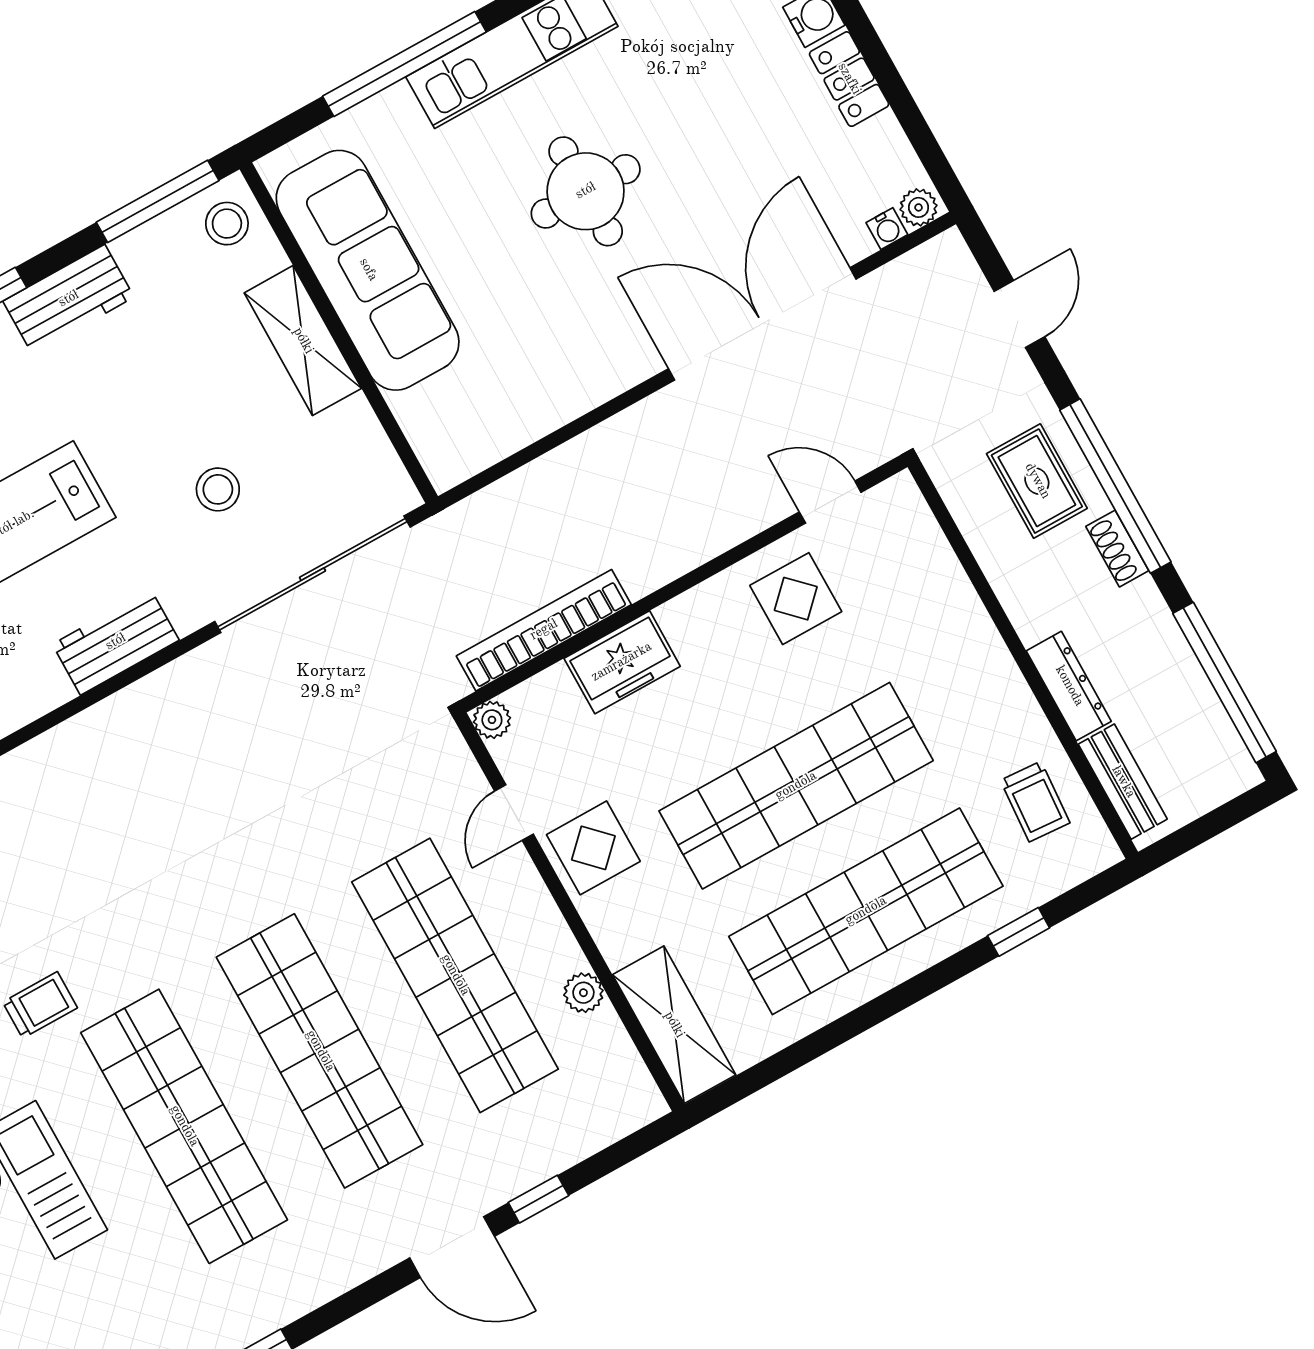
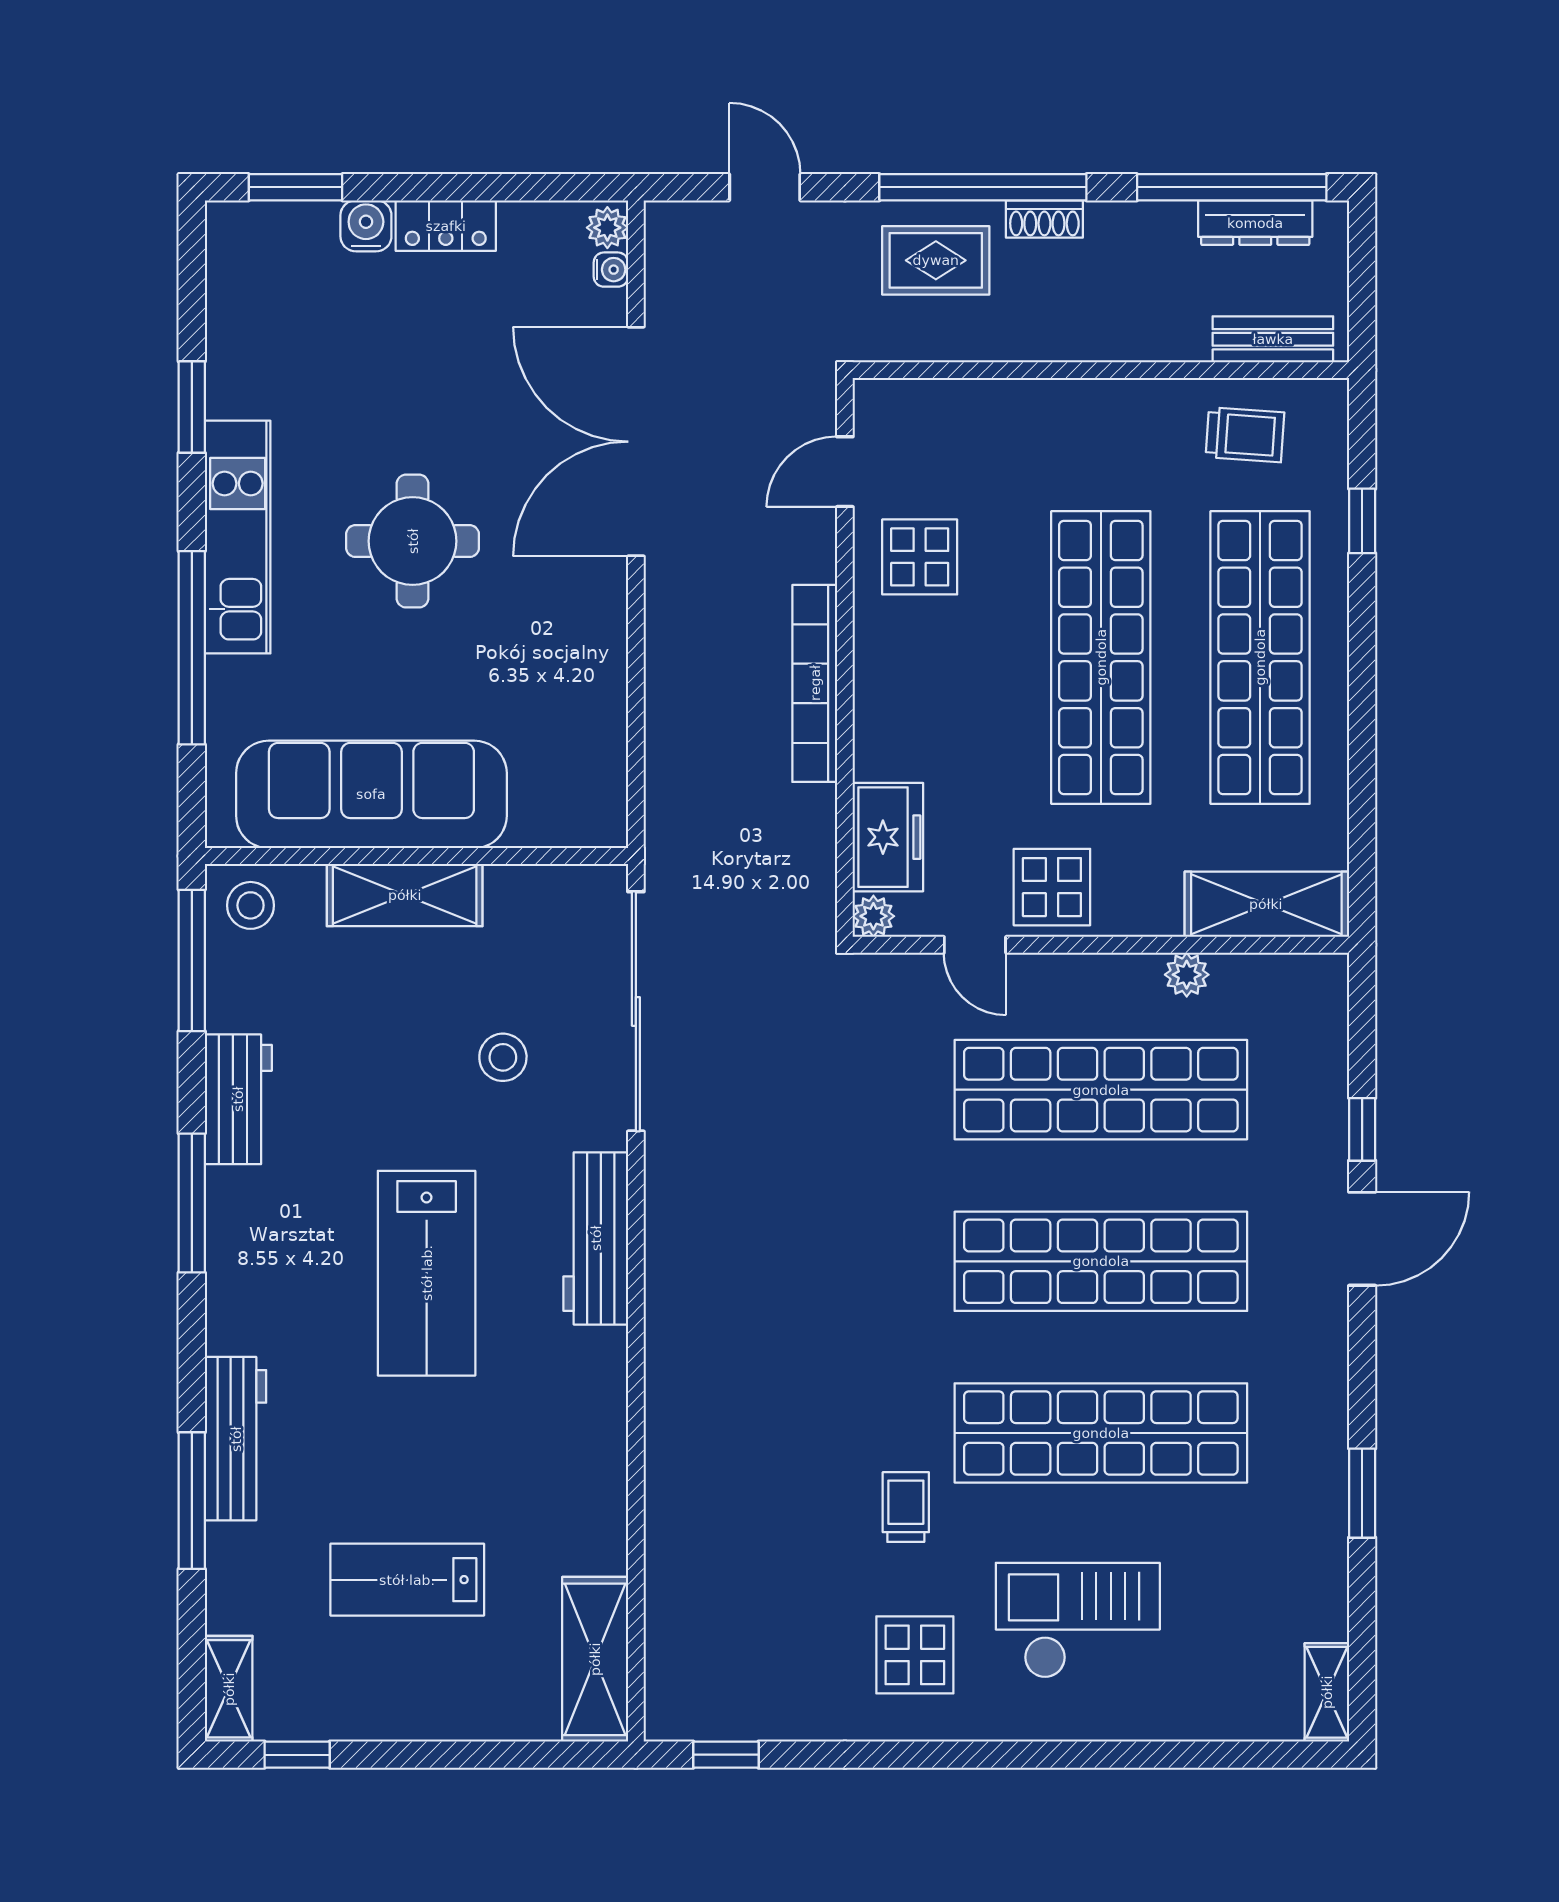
bookcase: (544, 630) -> (815, 683), moved
workbench: (116, 642) -> (596, 1238), width x1.38
freezer: (622, 662) -> (888, 837), moved
dresser: (1069, 686) -> (1255, 223), moved, turned 180

